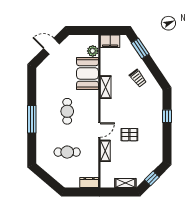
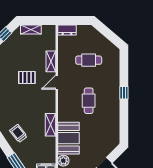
window: (32, 119) -> (124, 93), width x0.46

